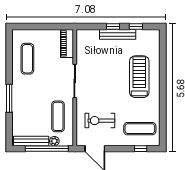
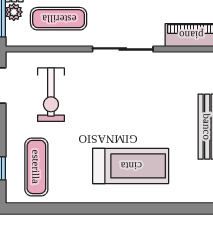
exercise bike: (100, 121) -> (51, 95), turned 180

